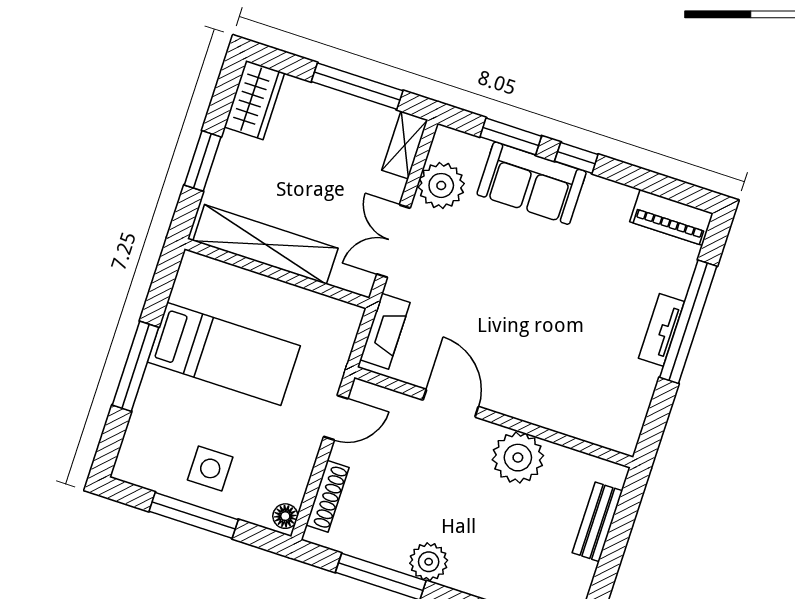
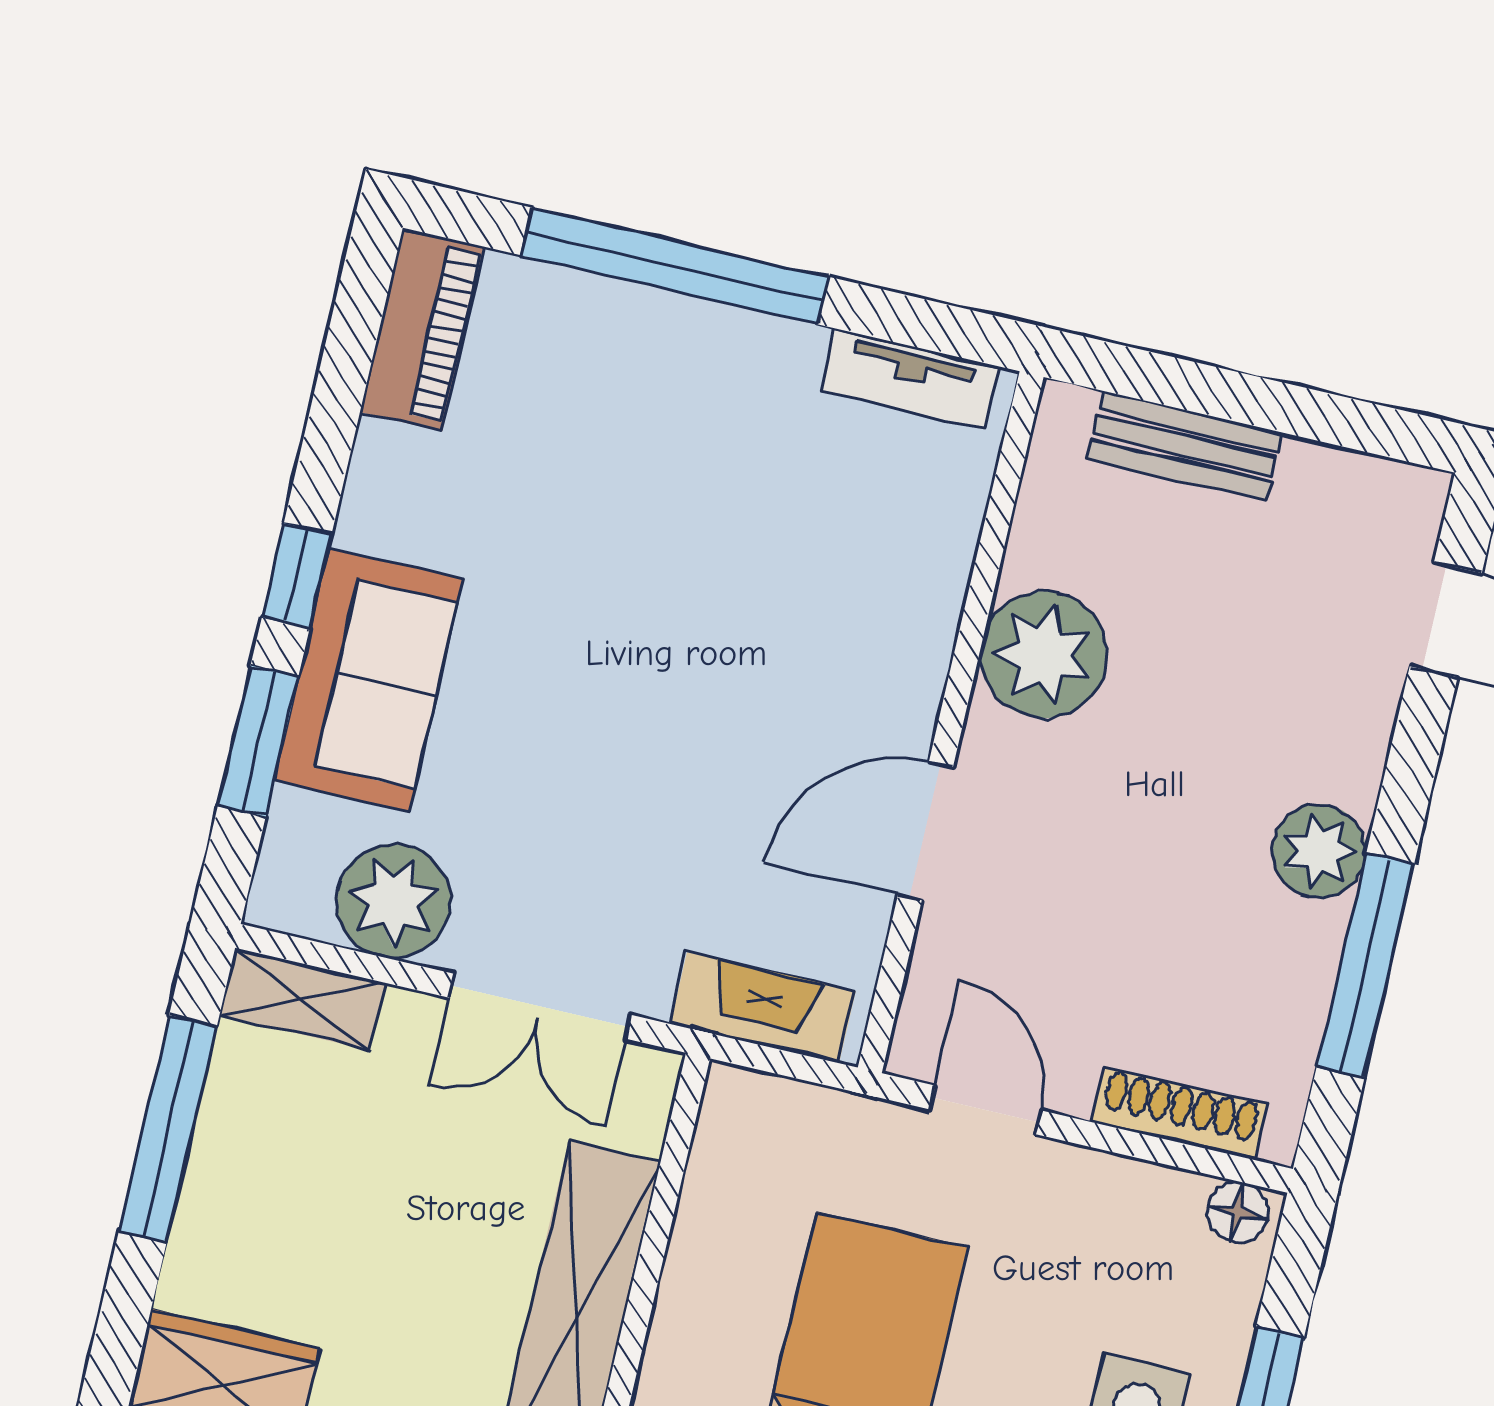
tv unit: (661, 330) -> (910, 379), moved

